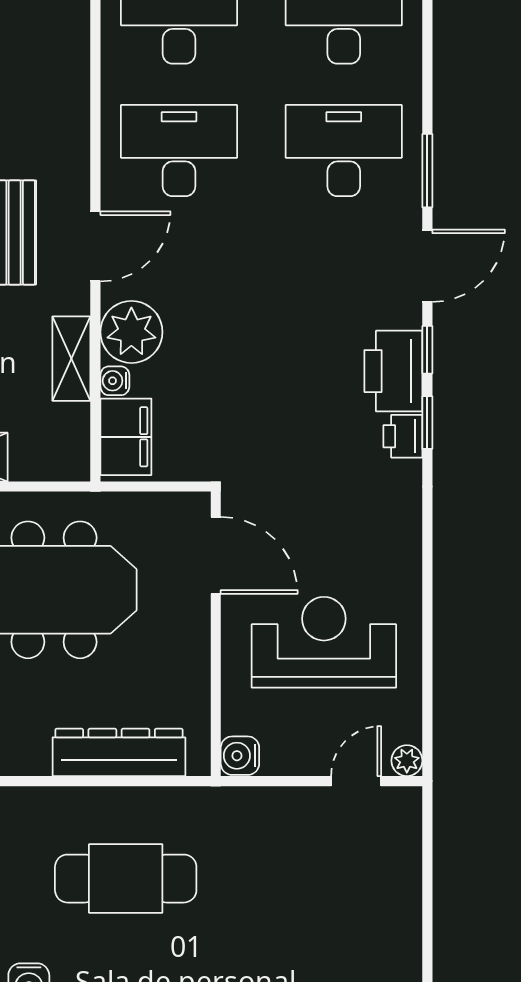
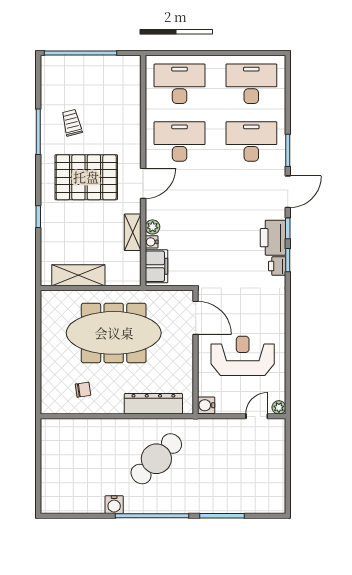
plant: (131, 332) -> (153, 227), width x0.53, depth x0.53
cafe table: (126, 879) -> (156, 459), turned -45

